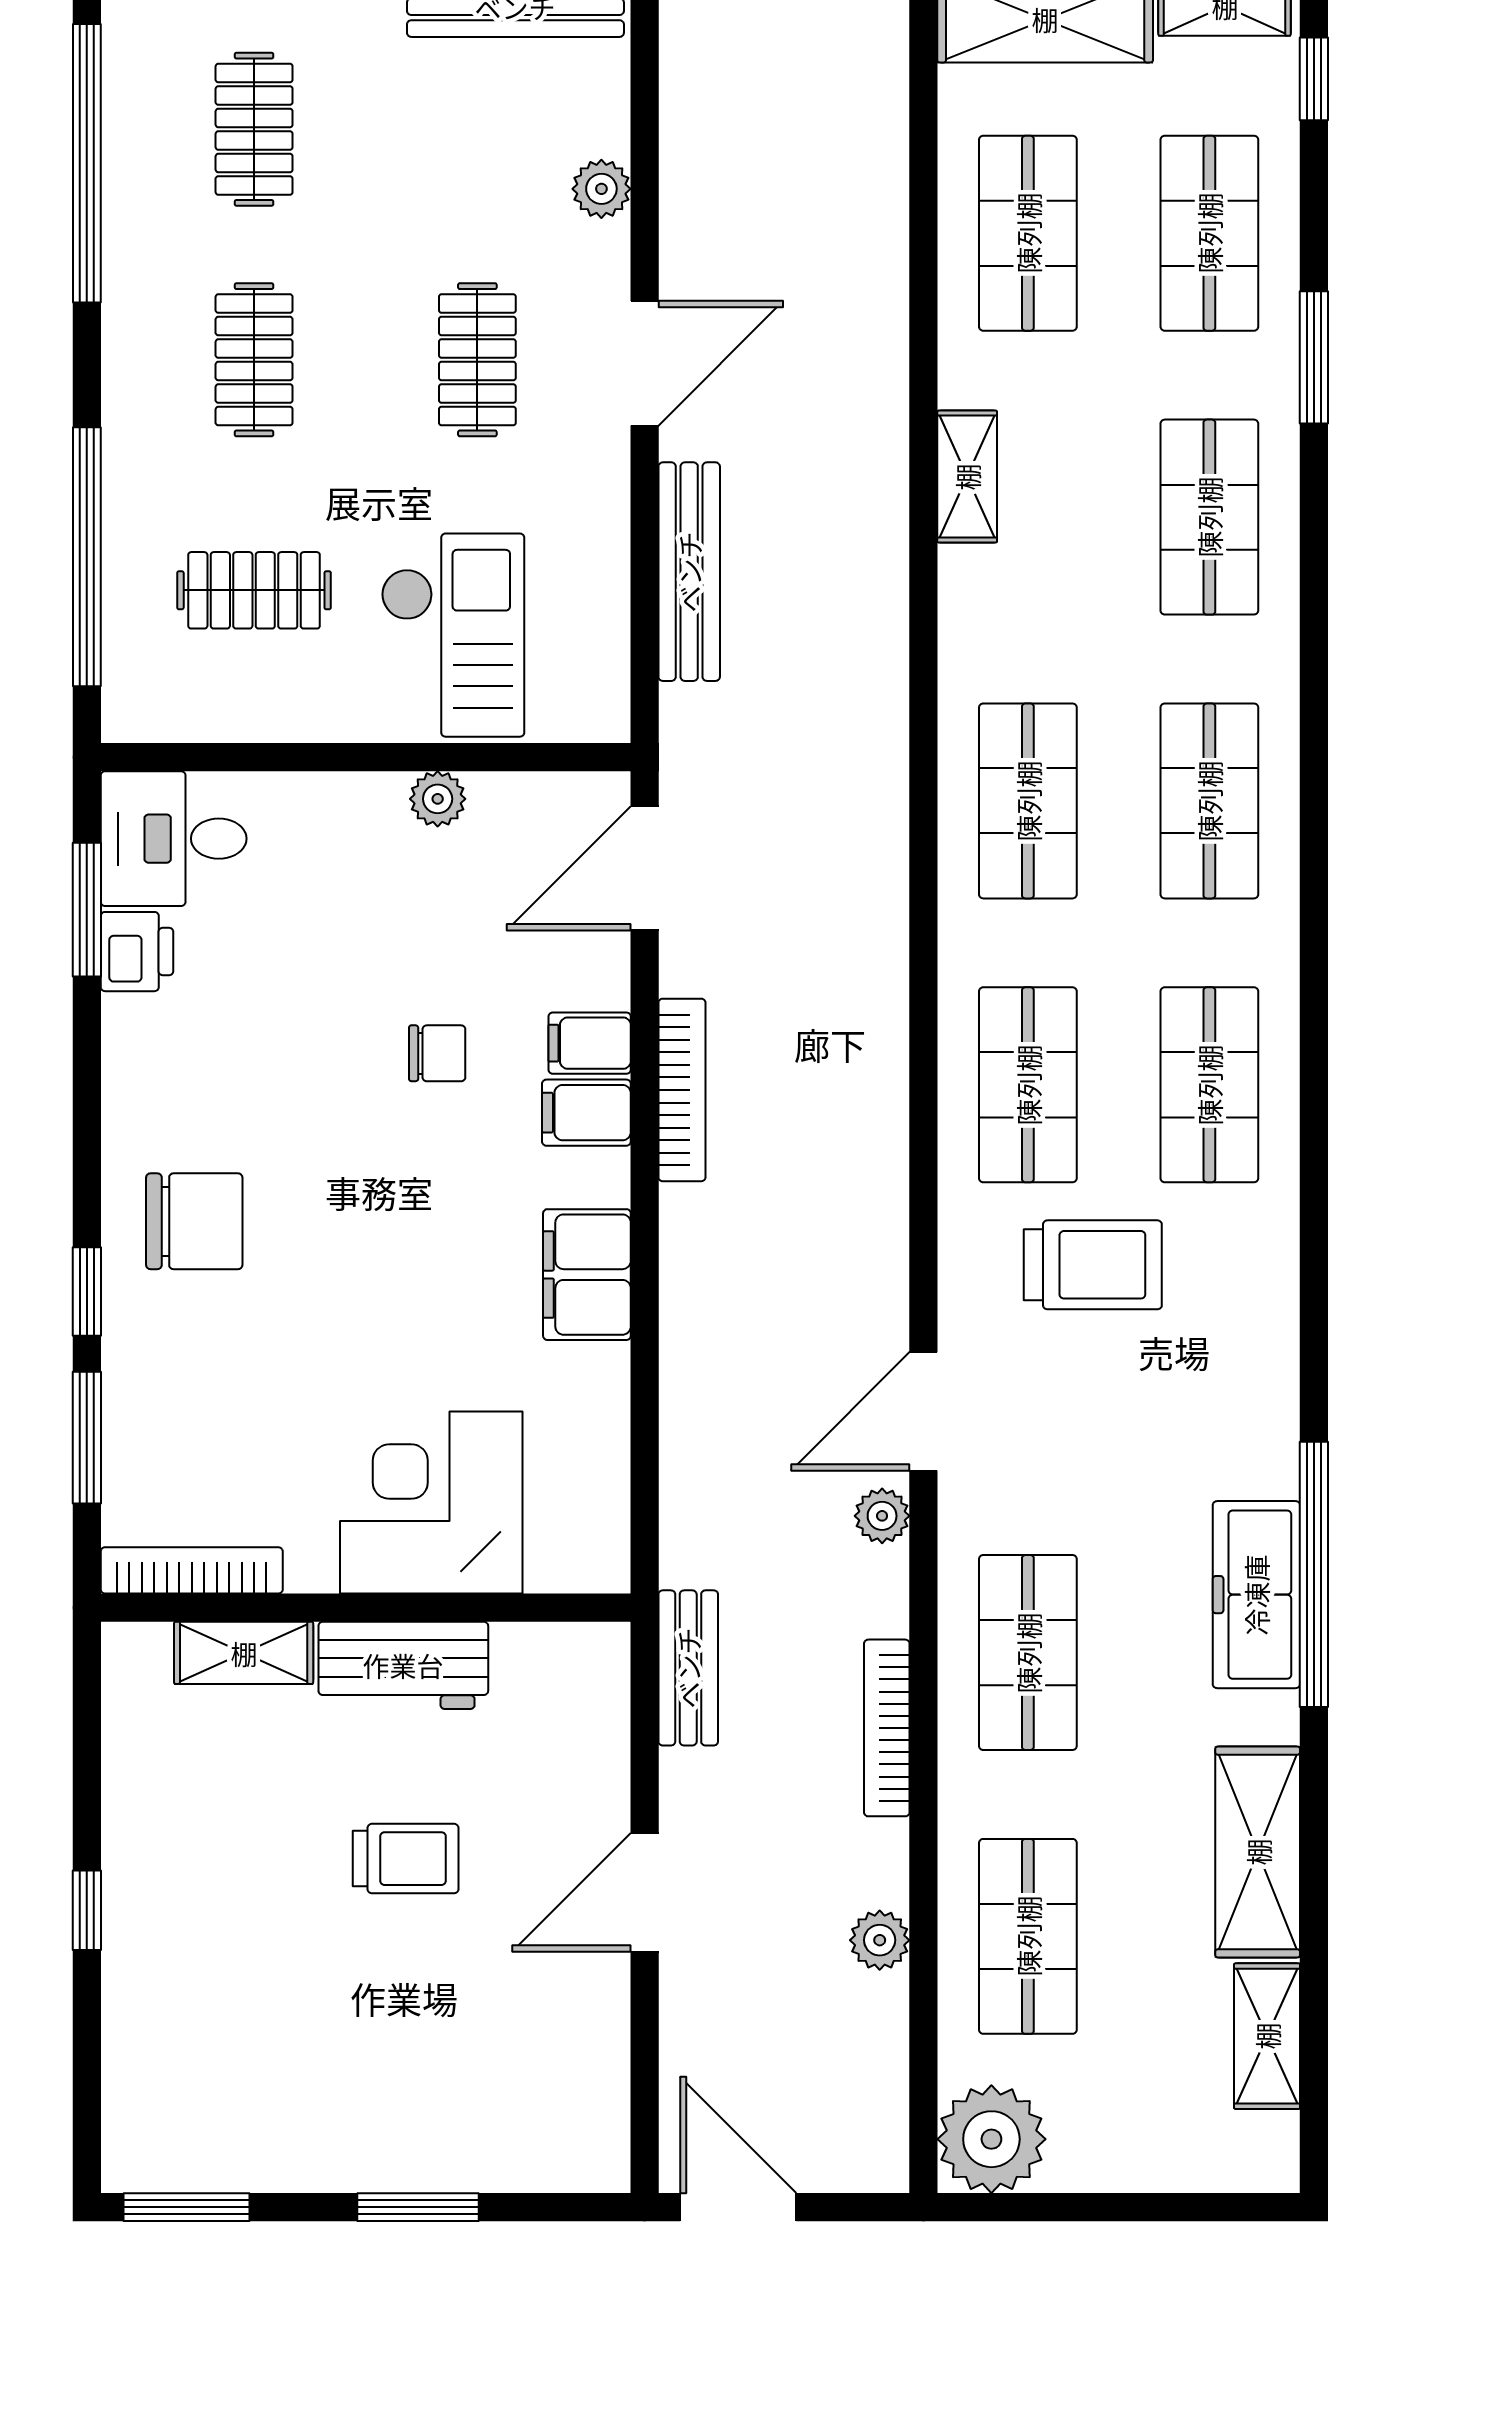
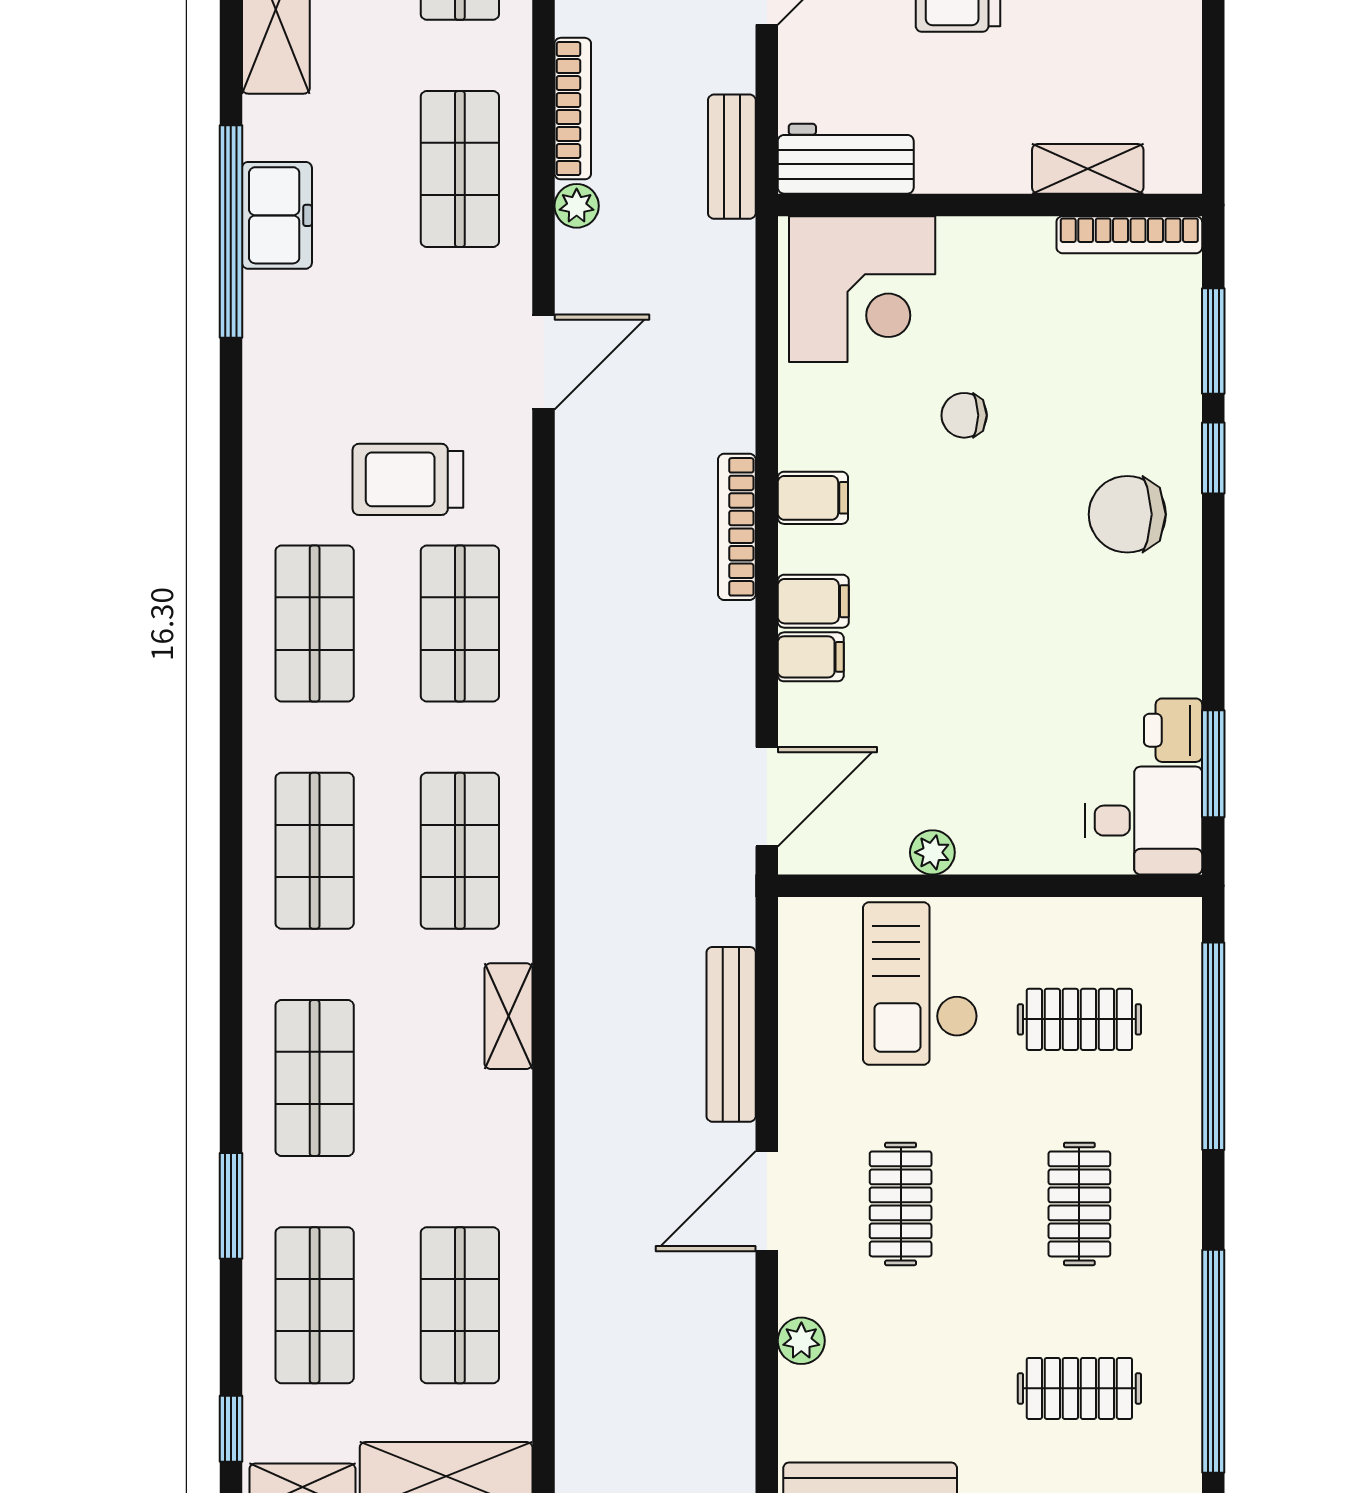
clothes rail: (254, 129) -> (1079, 1388), turned 90
shelving: (967, 477) -> (508, 1016), moved
chair: (437, 1053) -> (964, 415), moved
bookcase: (682, 1090) -> (737, 527), moved
filing cabinet: (587, 1275) -> (813, 498), width x0.50
corner desk: (431, 1503) -> (862, 289), moved
plant: (882, 1516) -> (577, 206), moved
freezer: (1256, 1595) -> (277, 215), width x0.71
workbench: (403, 1665) -> (846, 159), moved

